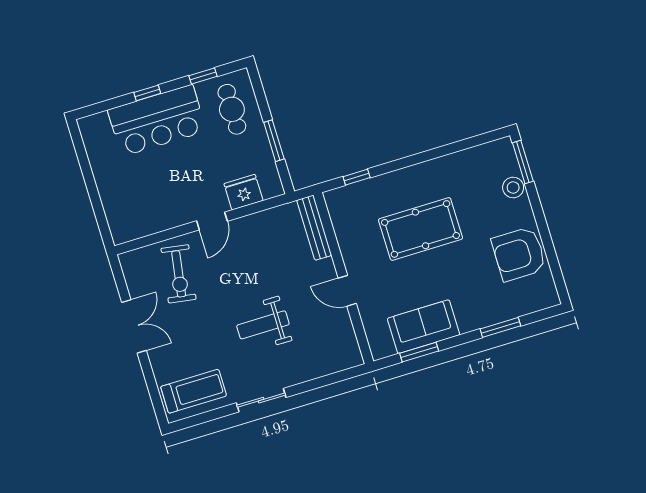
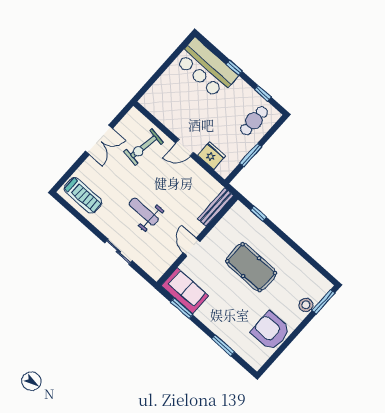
bar counter: (157, 120) -> (206, 68), moved
sofa: (423, 327) -> (185, 291), moved
sliding door: (261, 400) -> (118, 252), moved

